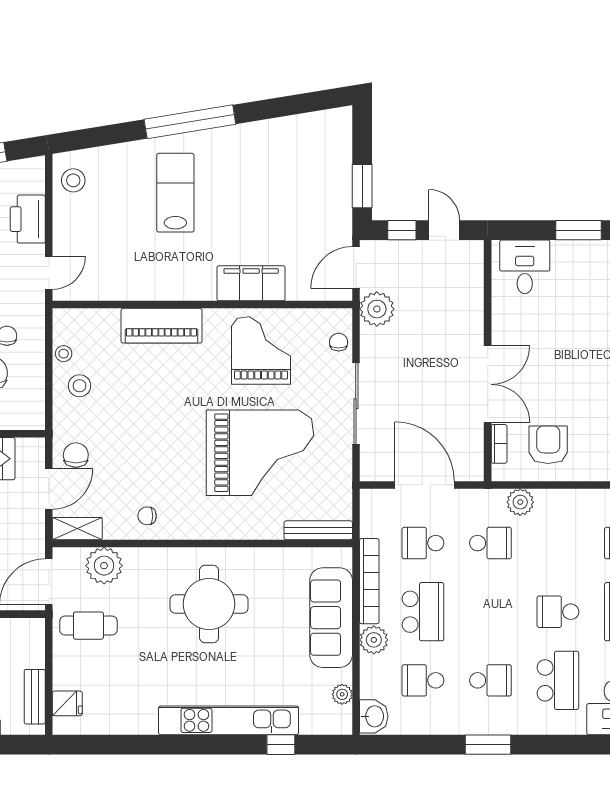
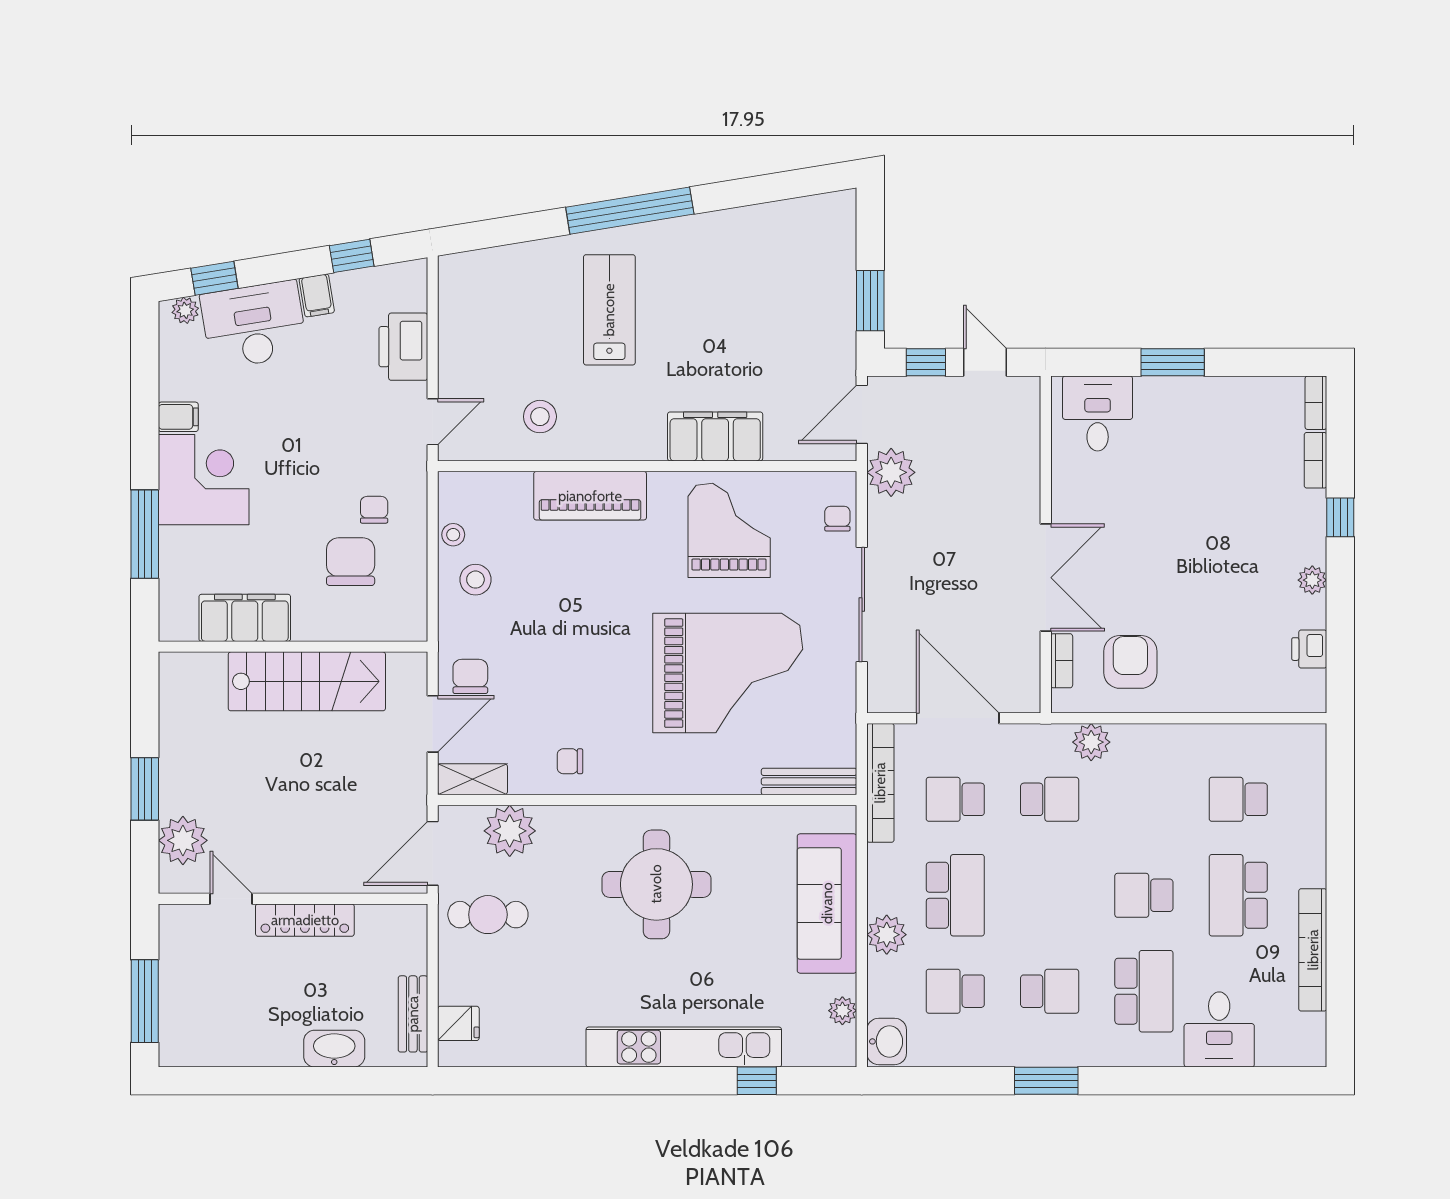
stool: (73, 180) -> (540, 417), moved
bookcase: (369, 581) -> (880, 783), moved

